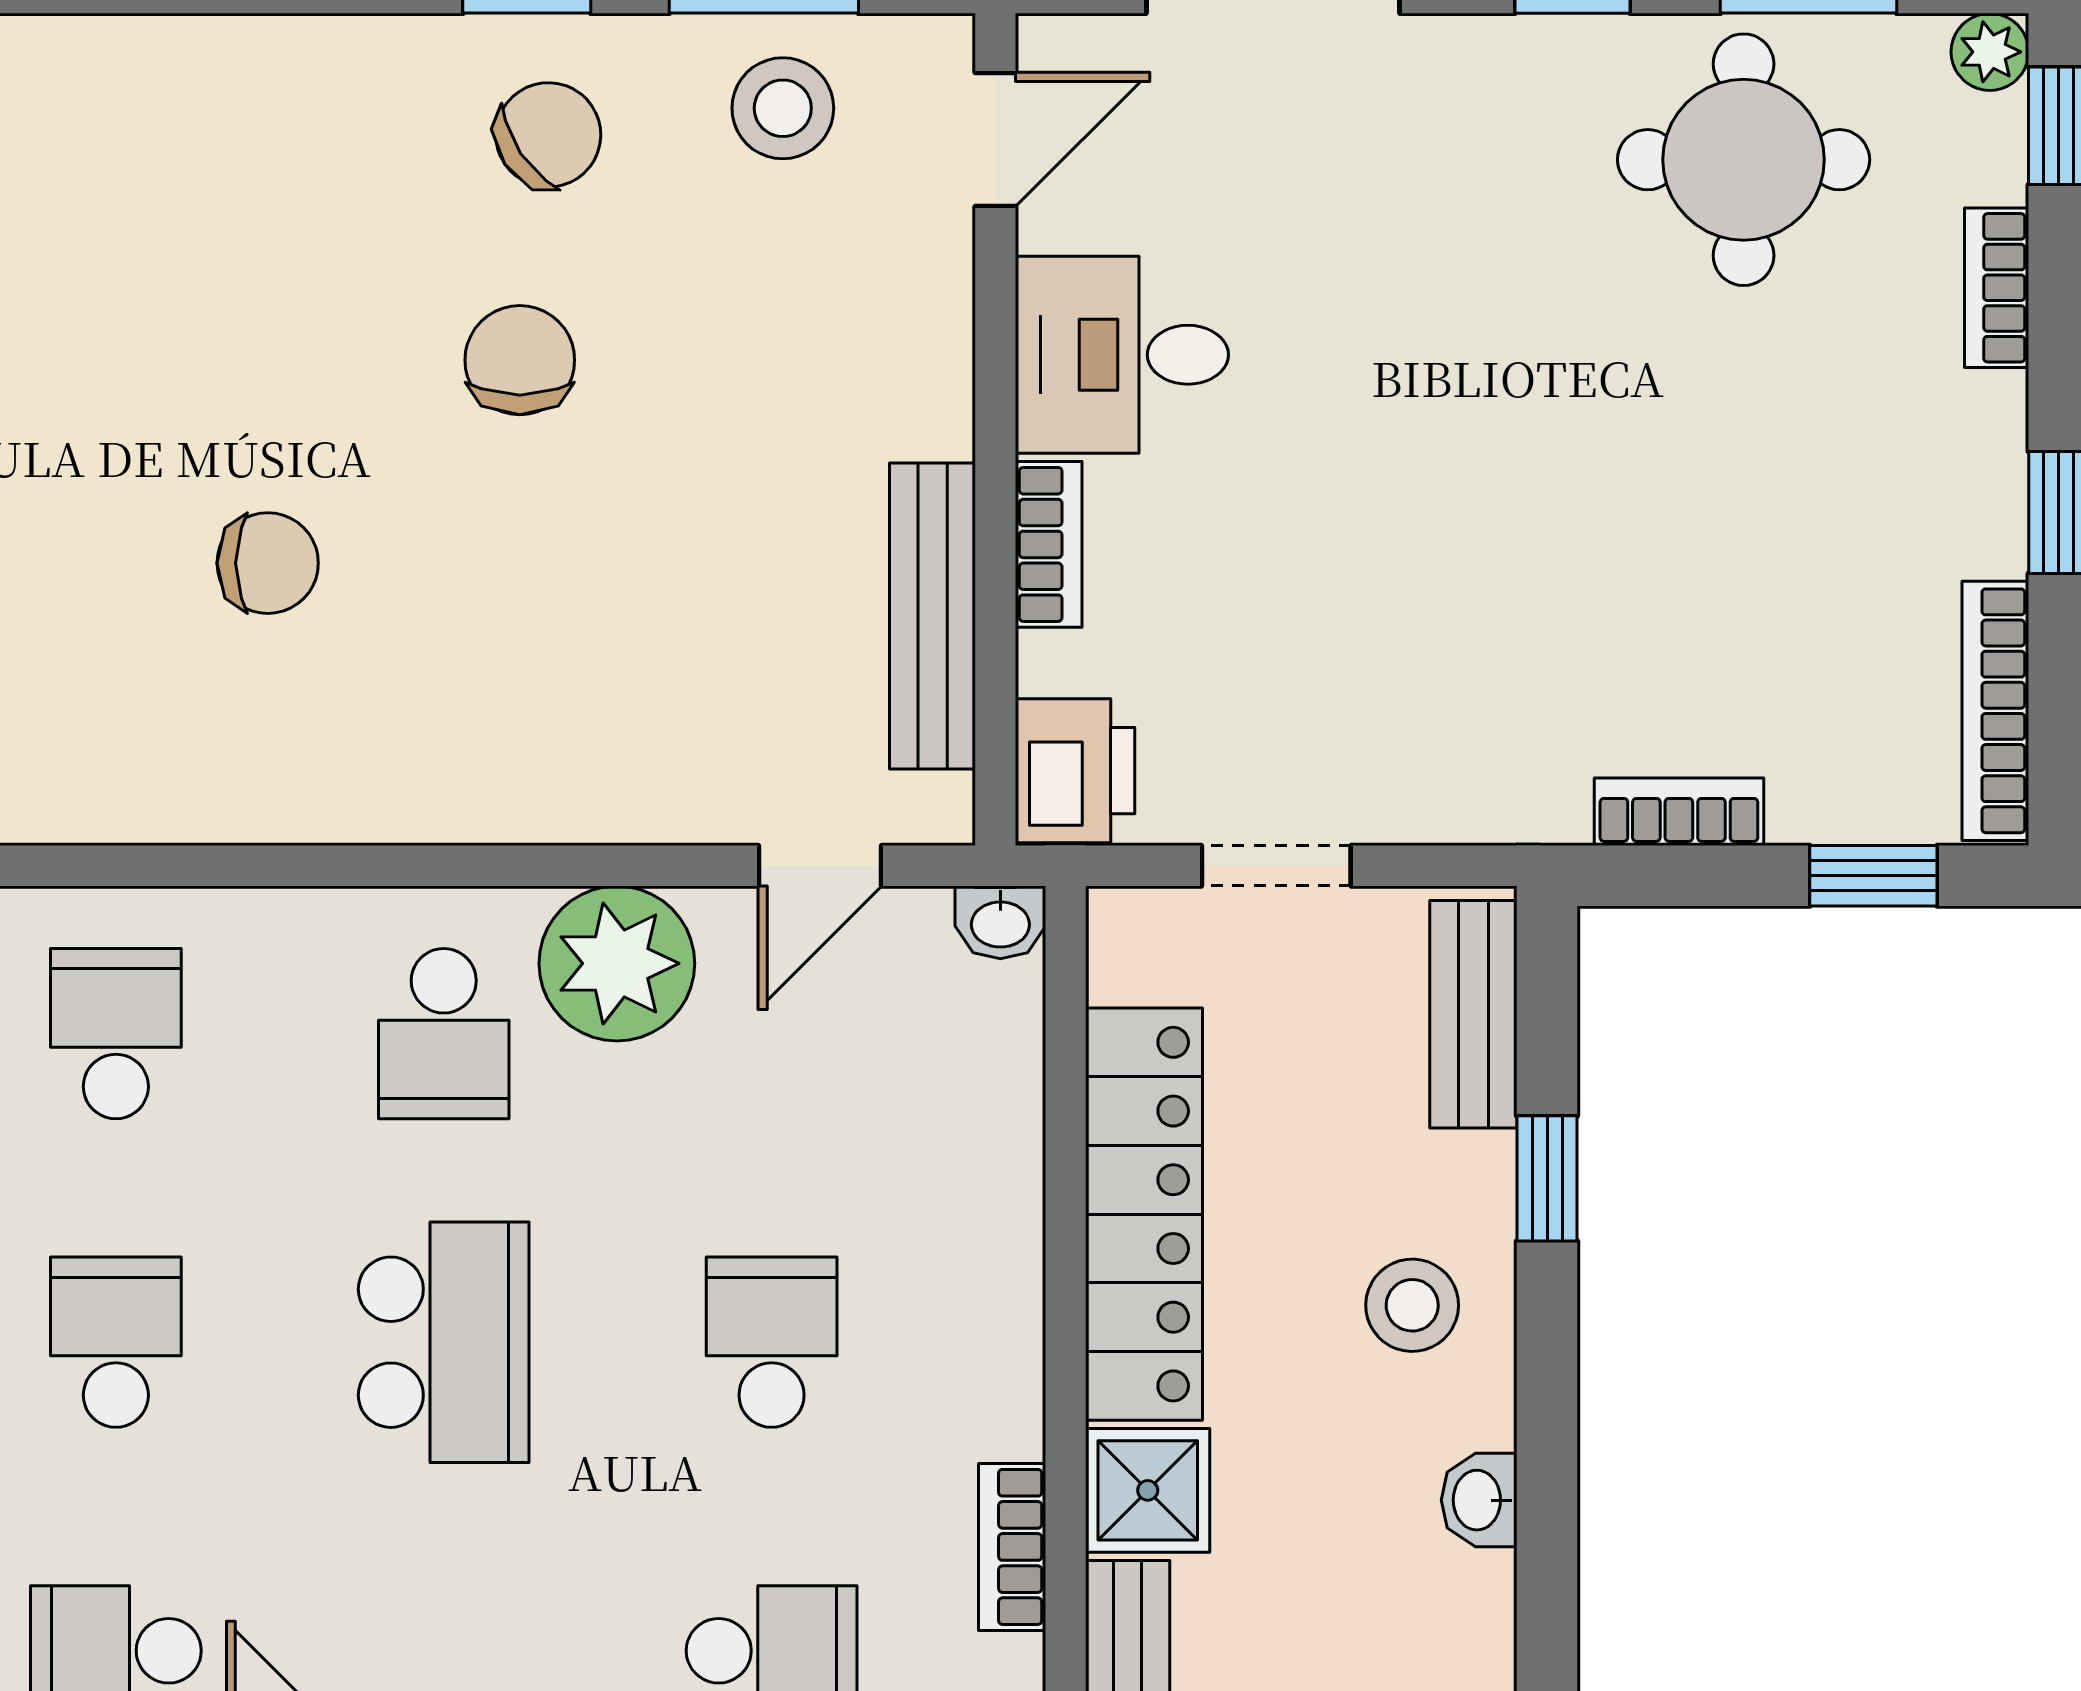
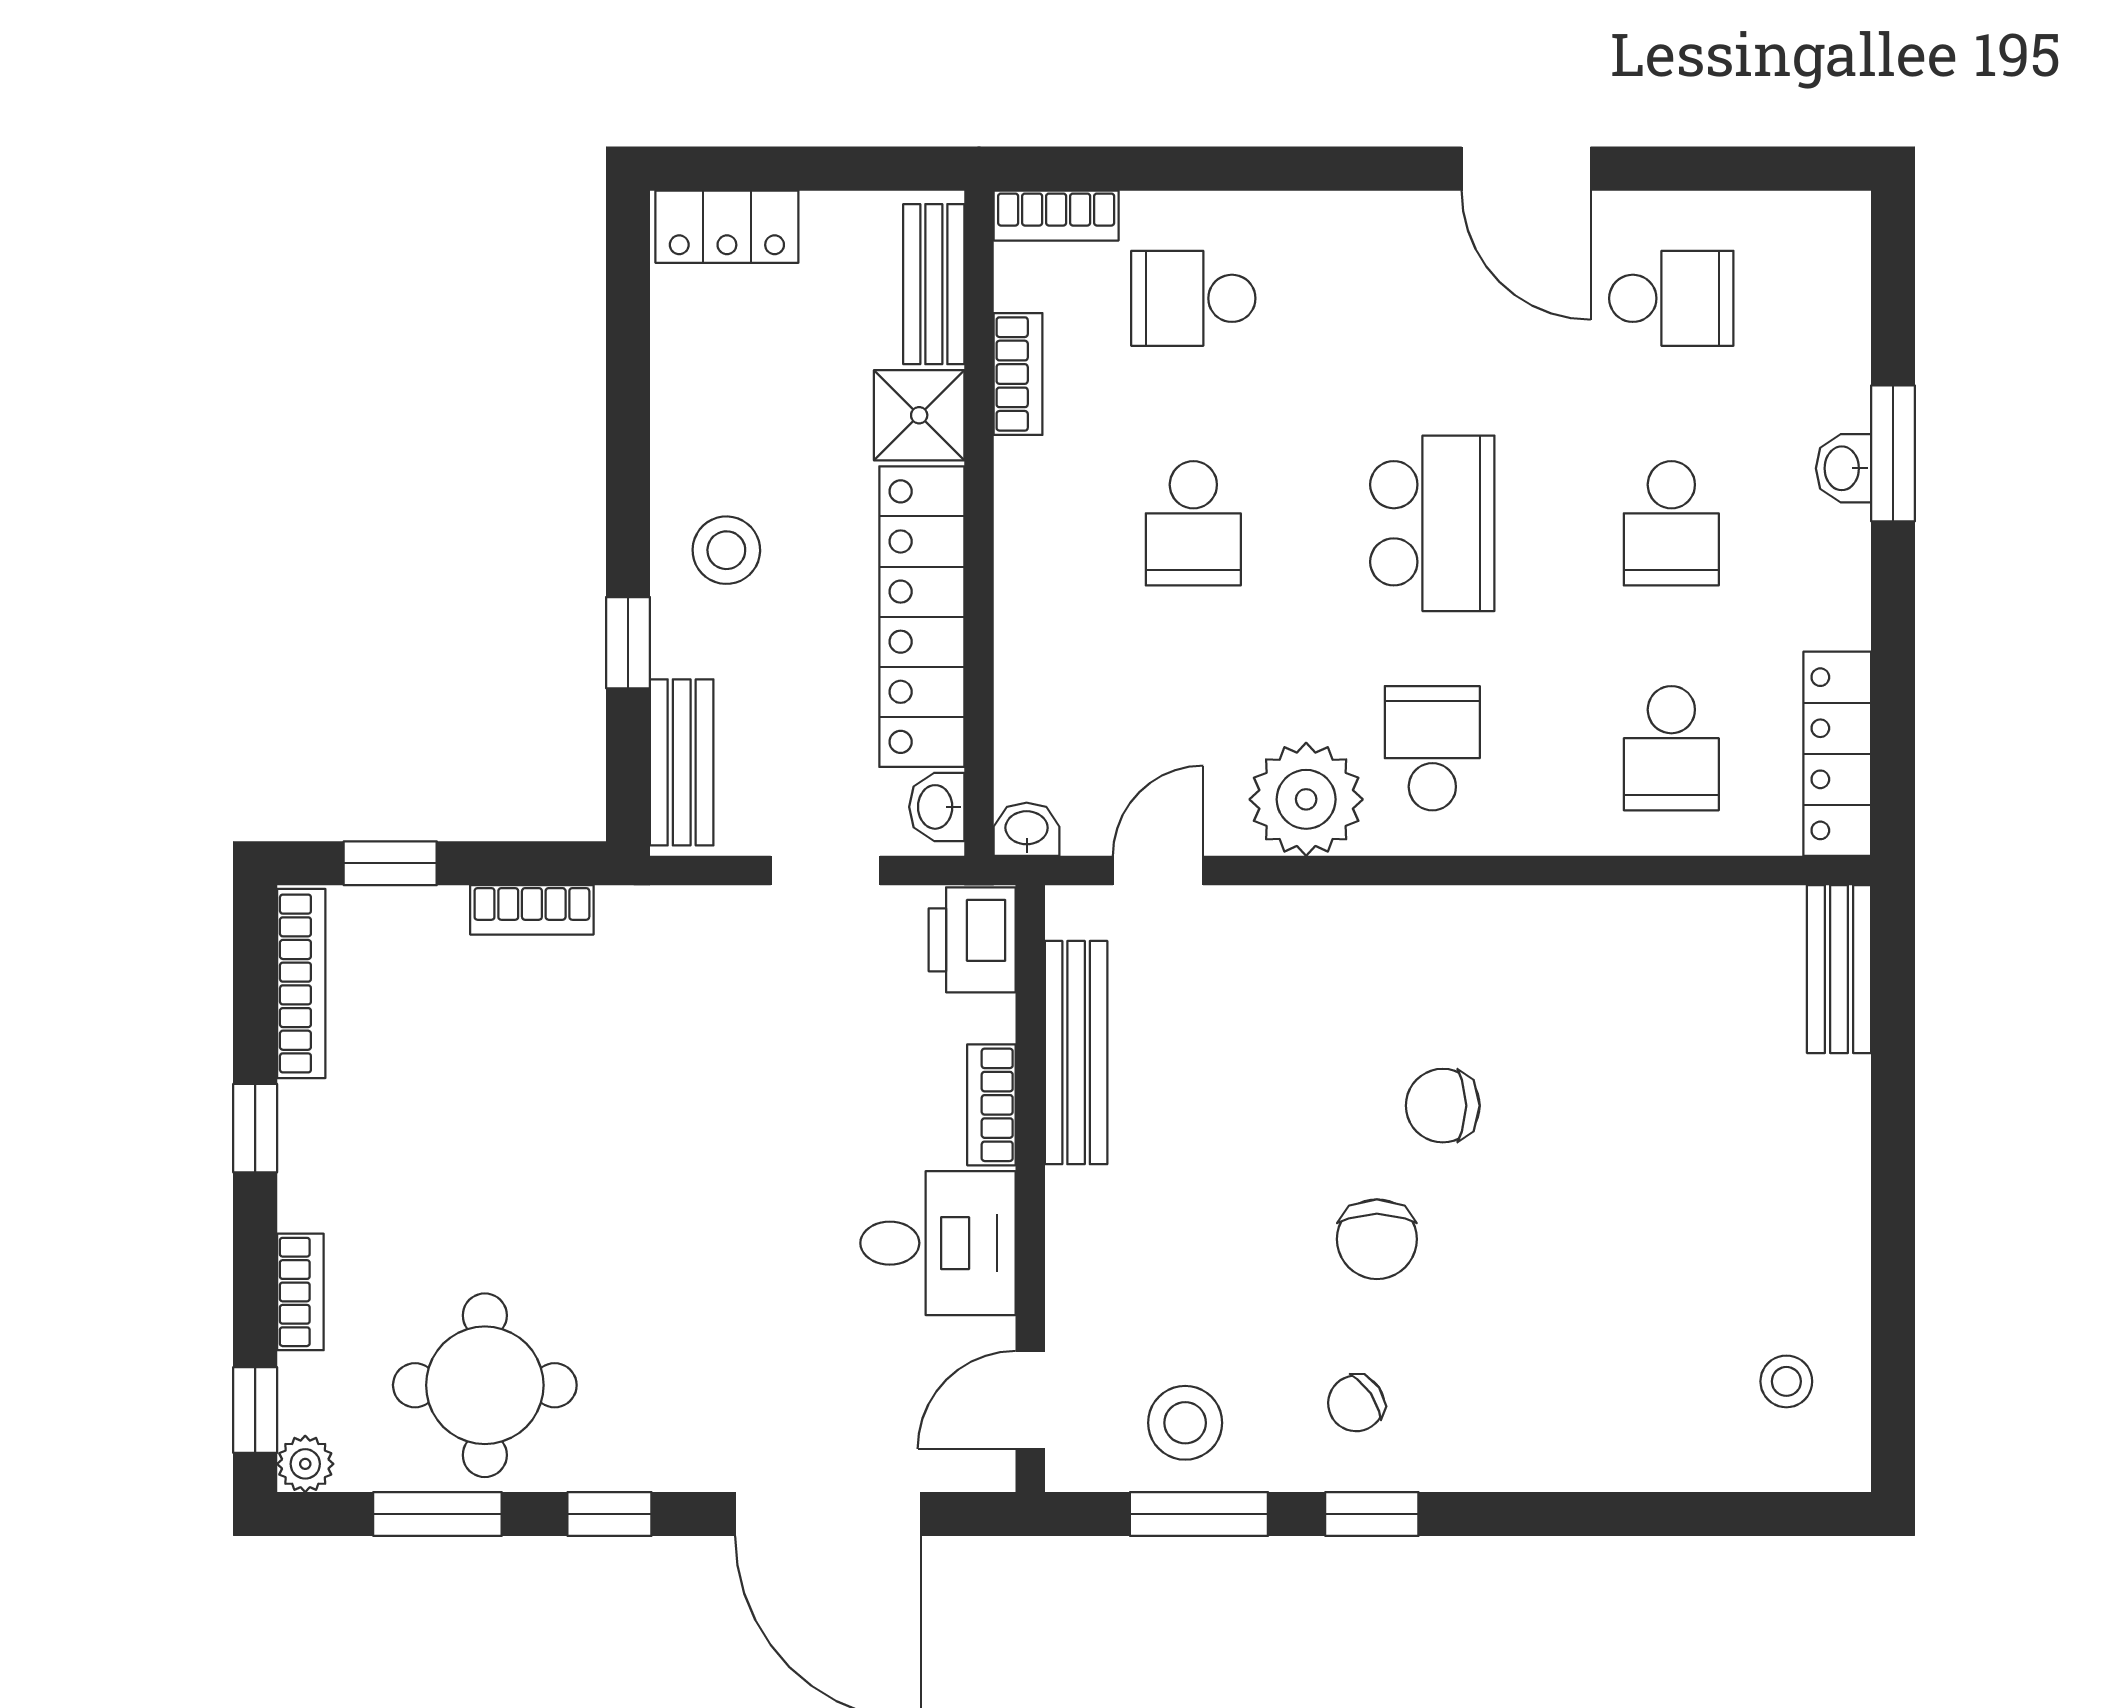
chair: (548, 135) -> (1356, 1403), width x0.73, depth x0.73
chair: (268, 563) -> (1443, 1106), moved
school desk: (444, 1342) -> (1432, 523), turned 180
washbasin: (1479, 1500) -> (937, 807), moved, turned 180

